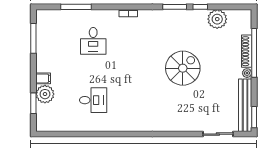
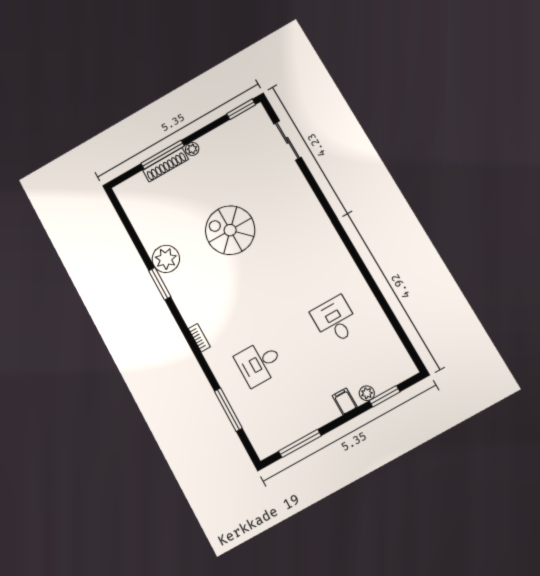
window: (200, 7) -> (142, 252), removed
plant: (217, 19) -> (166, 259), moved
desk: (93, 41) -> (259, 363), turned 180
window: (254, 53) -> (163, 155), width x0.68
plant: (45, 94) -> (367, 393), width x0.53, depth x0.53
bench: (245, 105) -> (233, 128), removed

